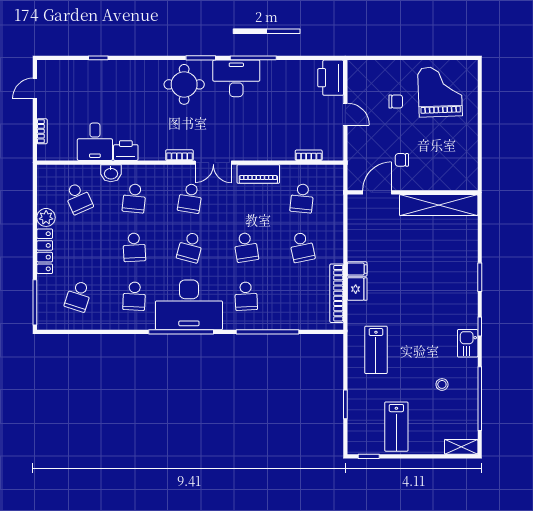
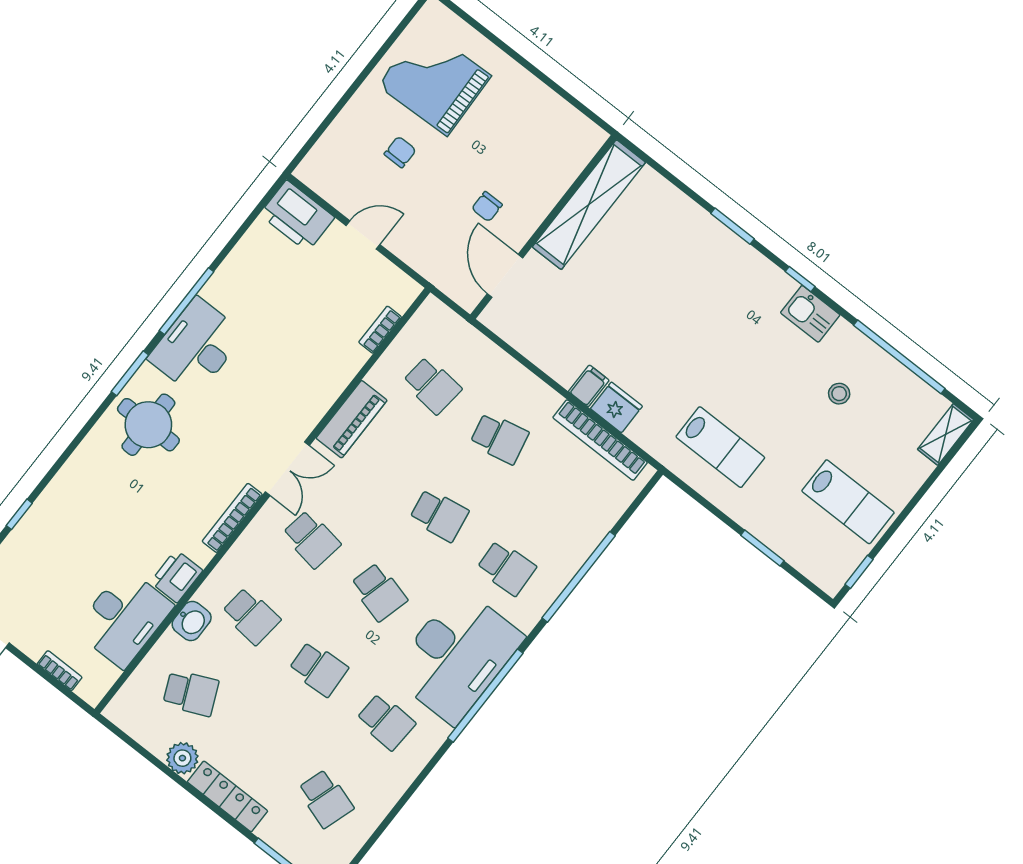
desk: (95, 142) -> (124, 618), width x1.37
bookcase: (179, 155) -> (232, 518), width x1.56

